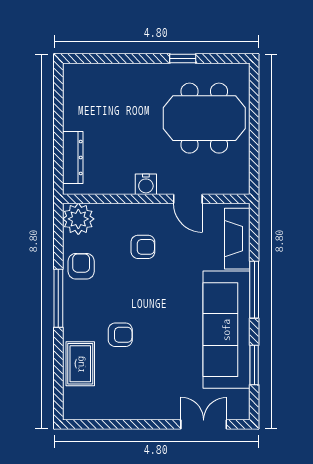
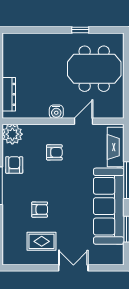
door: (188, 199) -> (84, 121), swing flipped
rug: (80, 364) -> (42, 241), moved, turned 90
double door: (204, 424) -> (73, 268), moved

